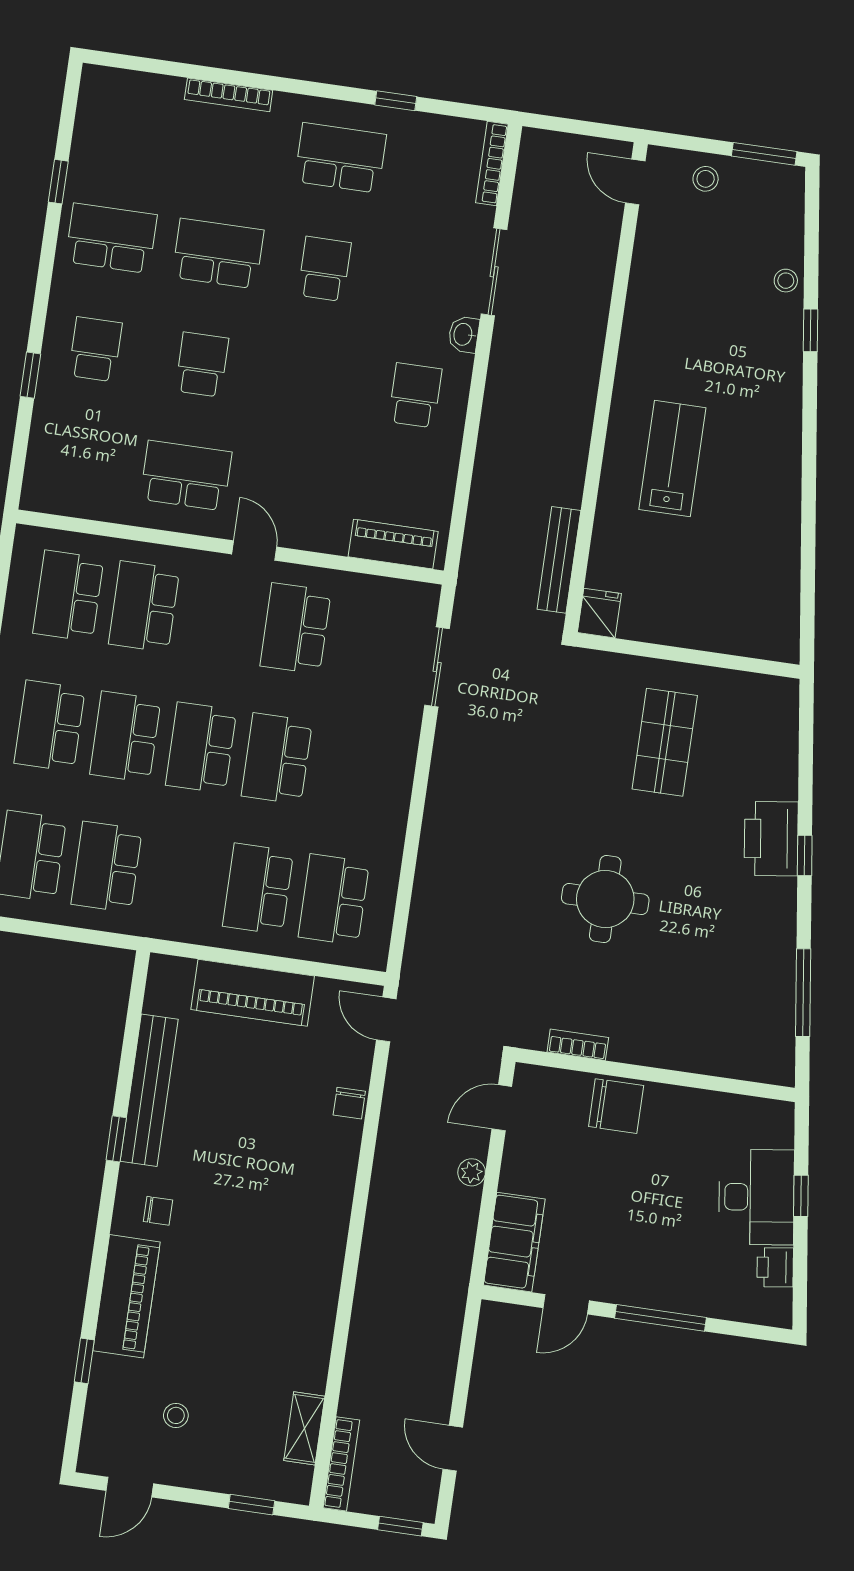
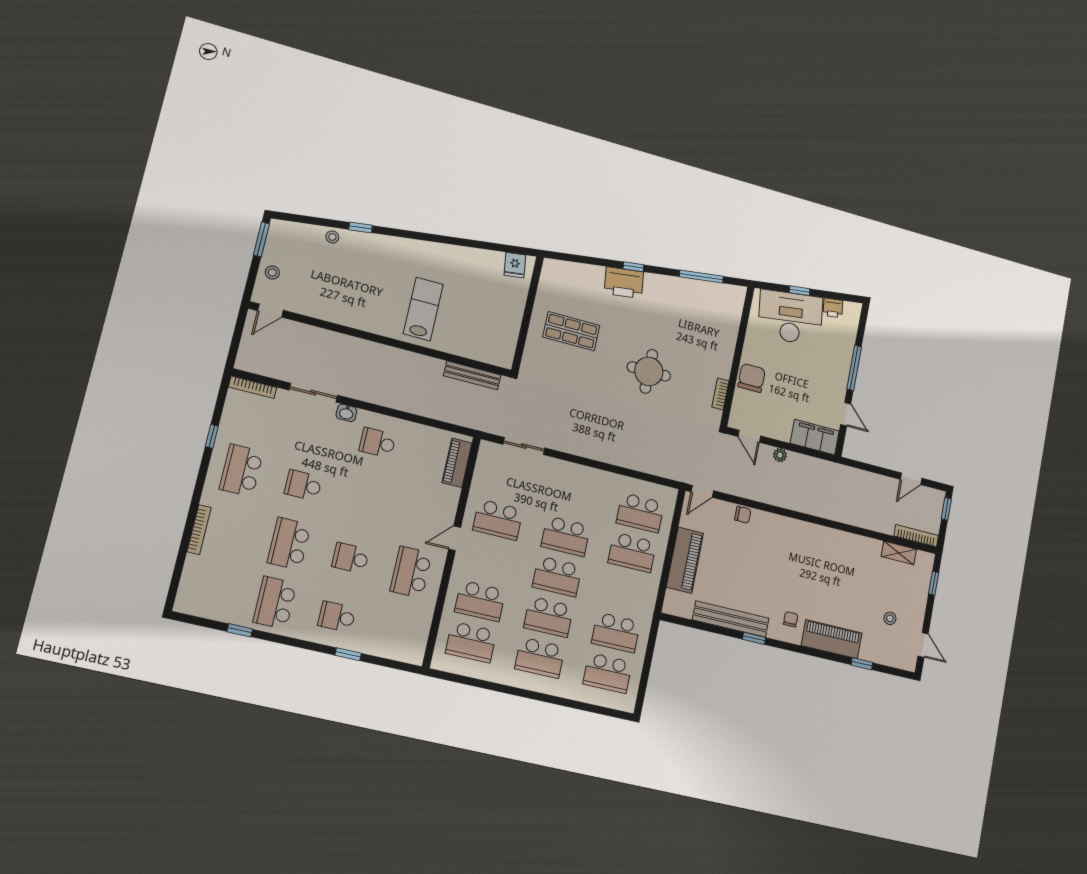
lab bench: (672, 459) -> (423, 309), turned 90
fridge: (599, 613) -> (515, 265), moved, turned -98
desk: (756, 1197) -> (790, 317), width x1.36, depth x1.30

